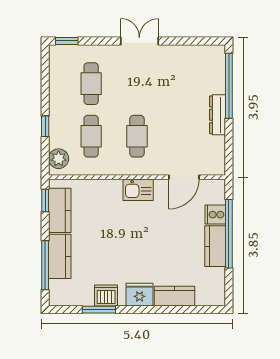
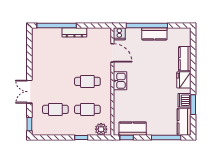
double door: (139, 41) -> (29, 92), moved
cooker: (215, 215) -> (119, 34), moved
kitchen counter: (60, 256) -> (184, 122), moved, turned -90

